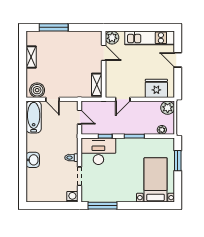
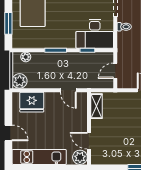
door: (123, 99) -> (68, 90), swing flipped
door: (80, 117) -> (115, 71), hinge flipped

